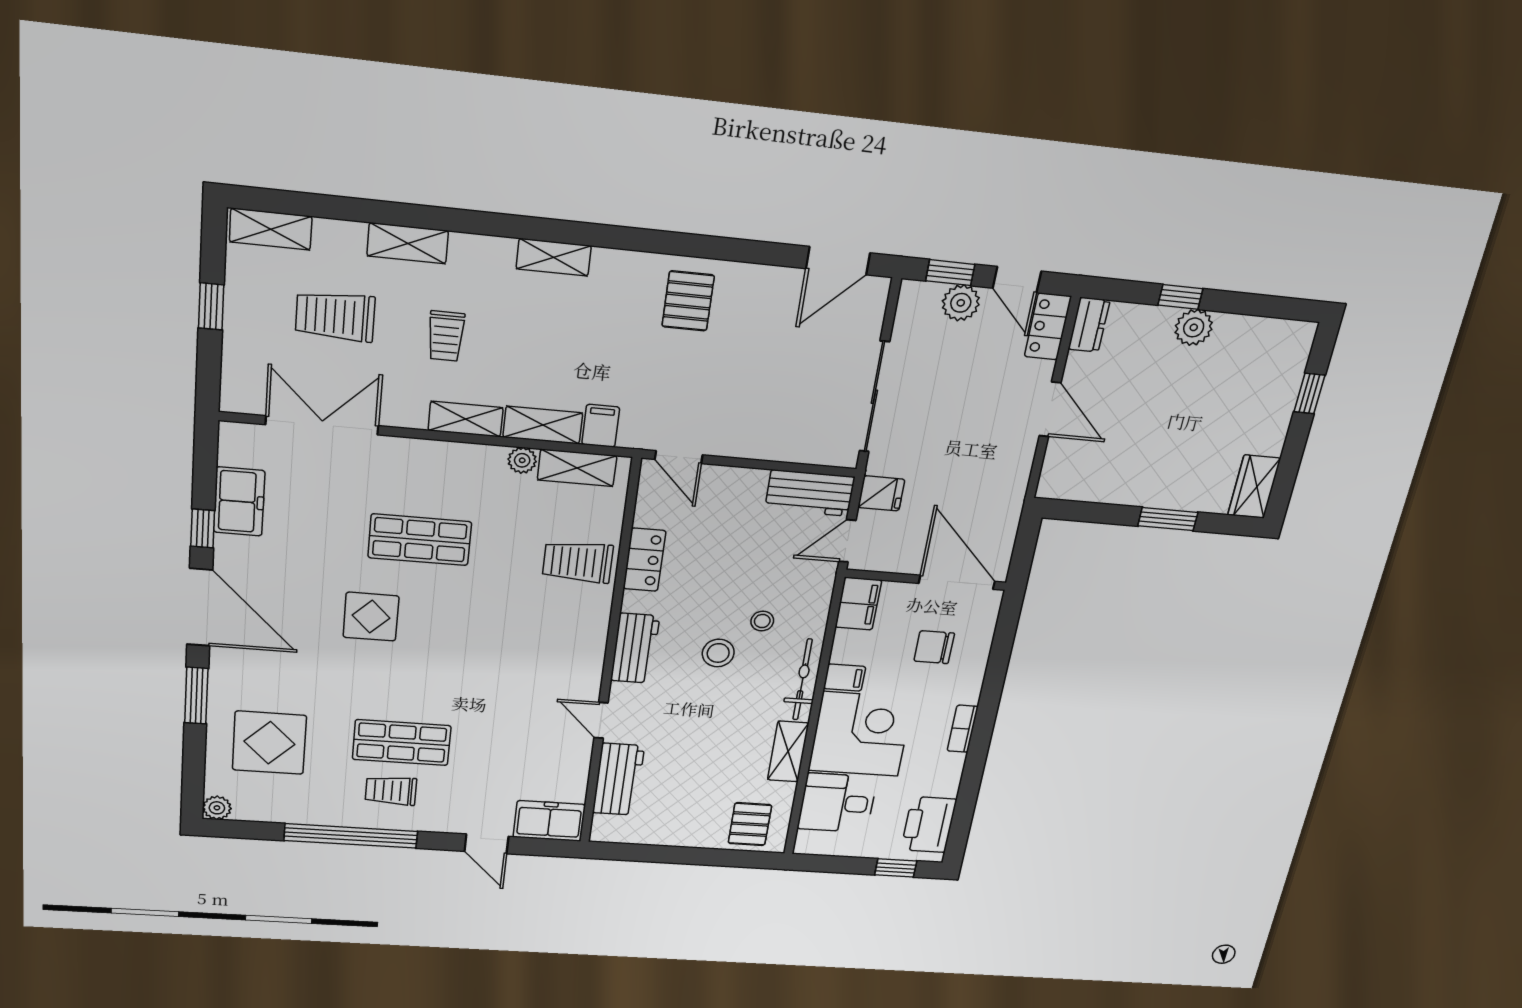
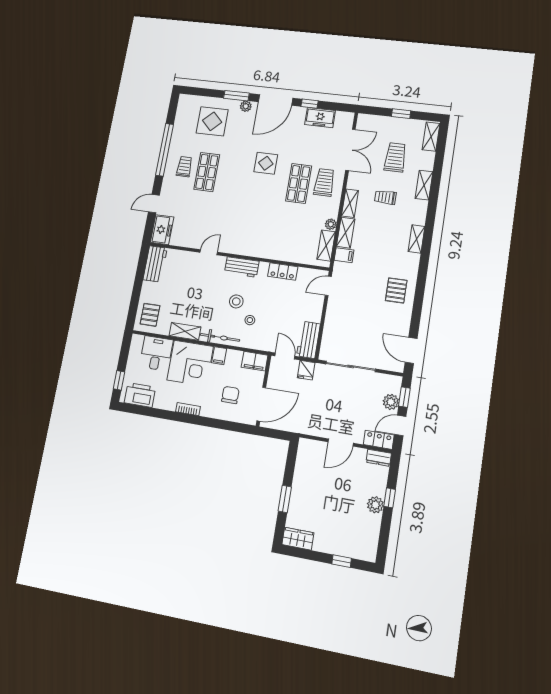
pallet: (688, 301) -> (396, 290), turned 90
trolley: (578, 562) -> (324, 182), moved
workbench: (618, 779) -> (155, 264), moved, turned -90
plant: (217, 808) -> (246, 106), moved
pallet: (750, 824) -> (150, 315), turned 90

